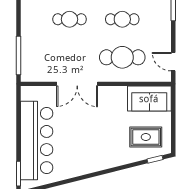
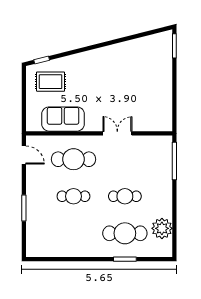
double door: (77, 84) -> (117, 133), width x0.73
sofa: (149, 99) -> (63, 119), moved
bar counter: (37, 141) -> (157, 78), removed

